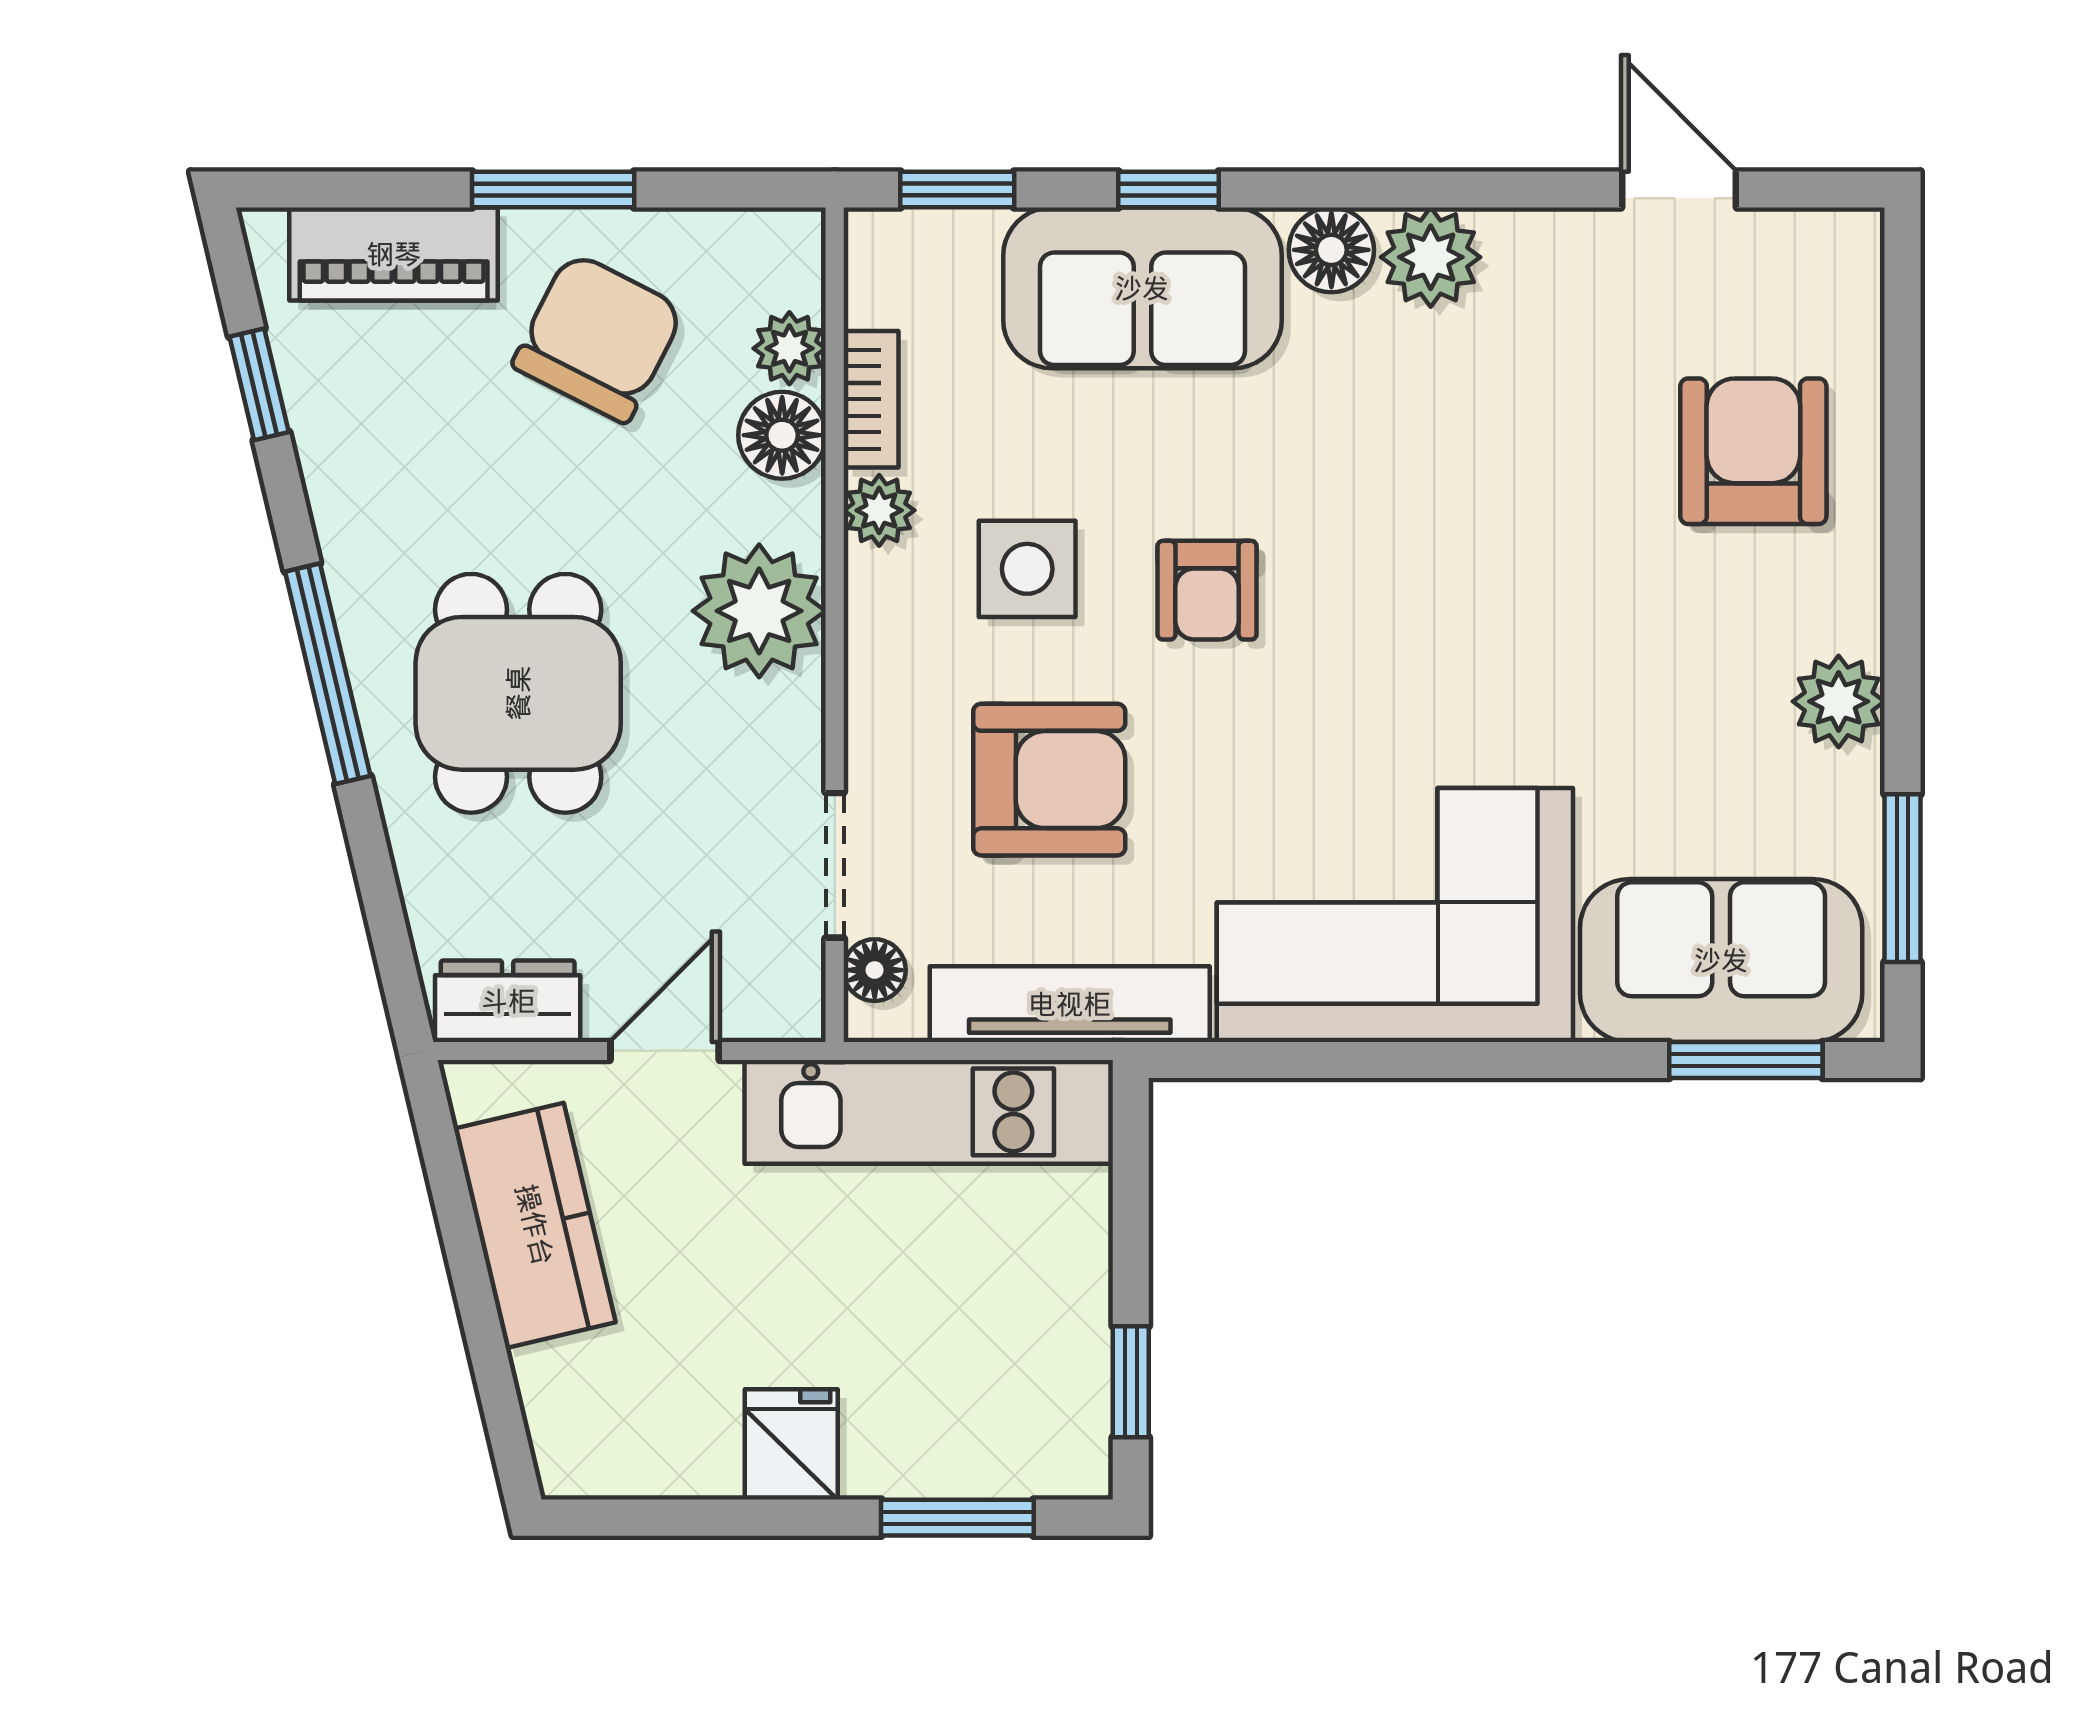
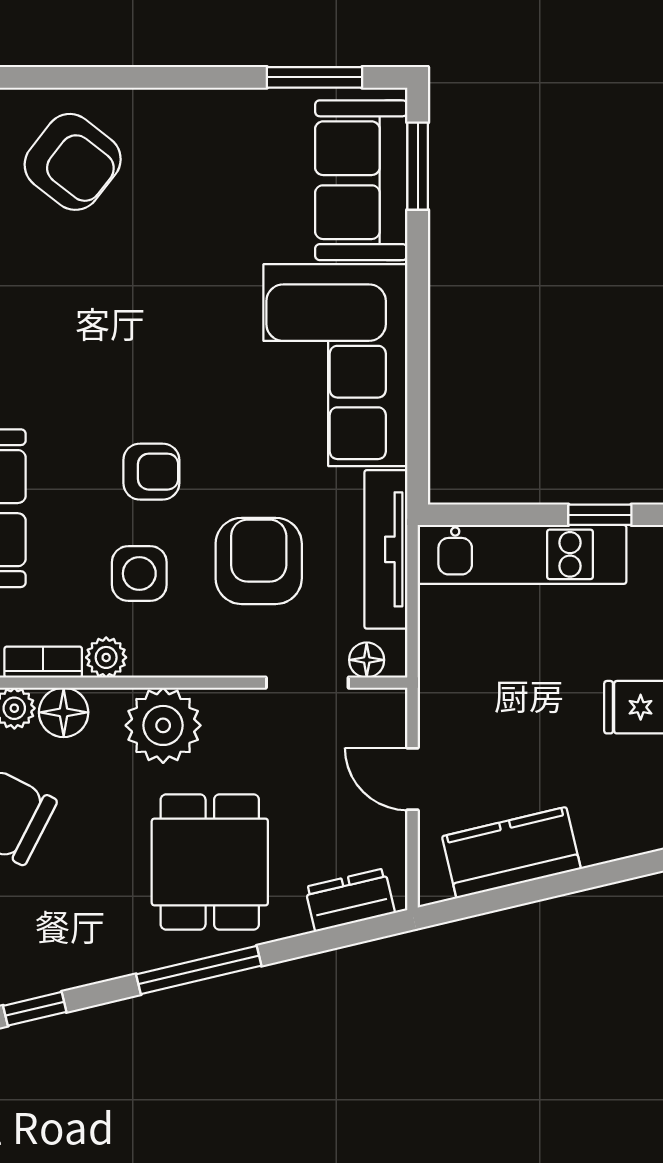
armchair: (1753, 451) -> (73, 162), turned -142
dining table: (518, 693) -> (210, 862), turned 90
plant: (1839, 701) -> (214, 114), removed
dresser: (508, 1001) -> (350, 900), moved, turned 77
kitchen unit: (929, 1112) -> (522, 554), moved, turned 90

